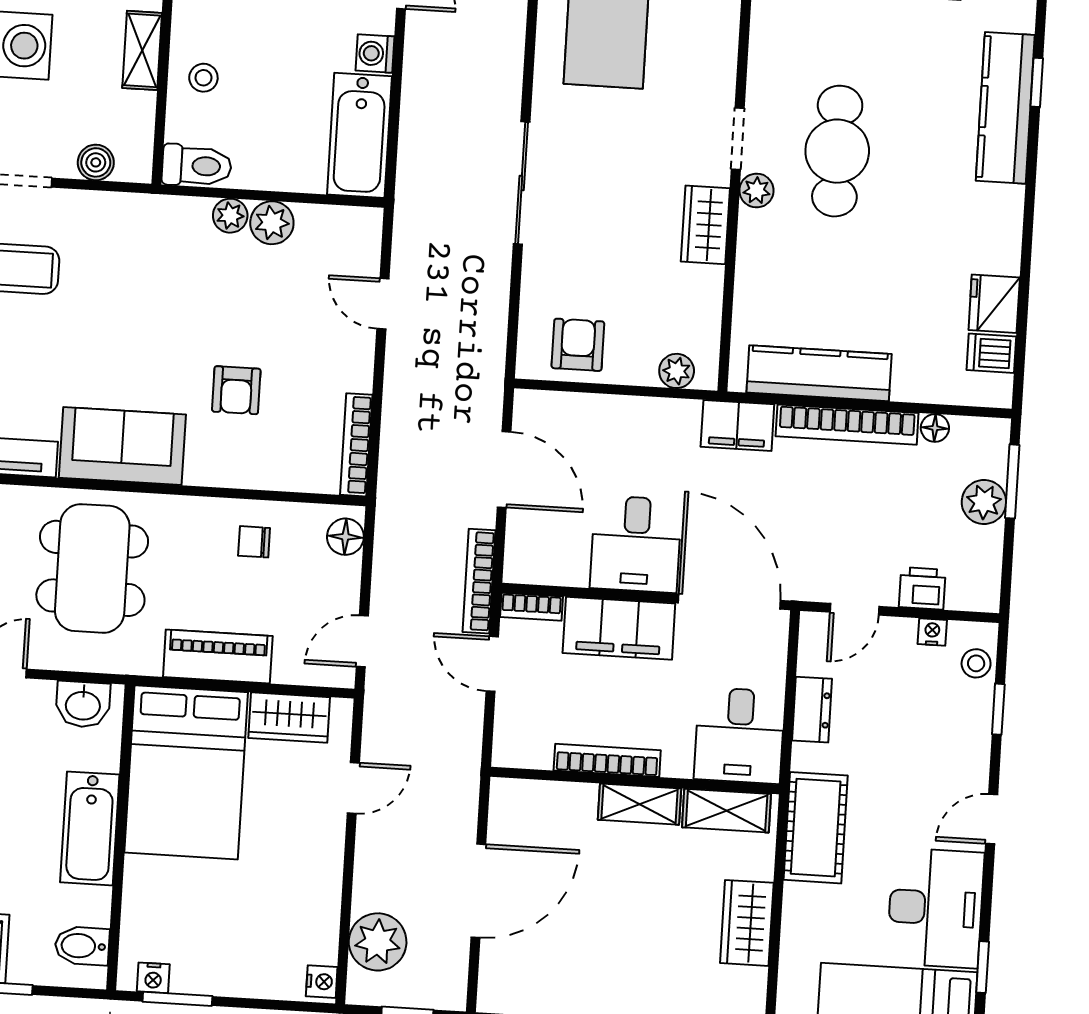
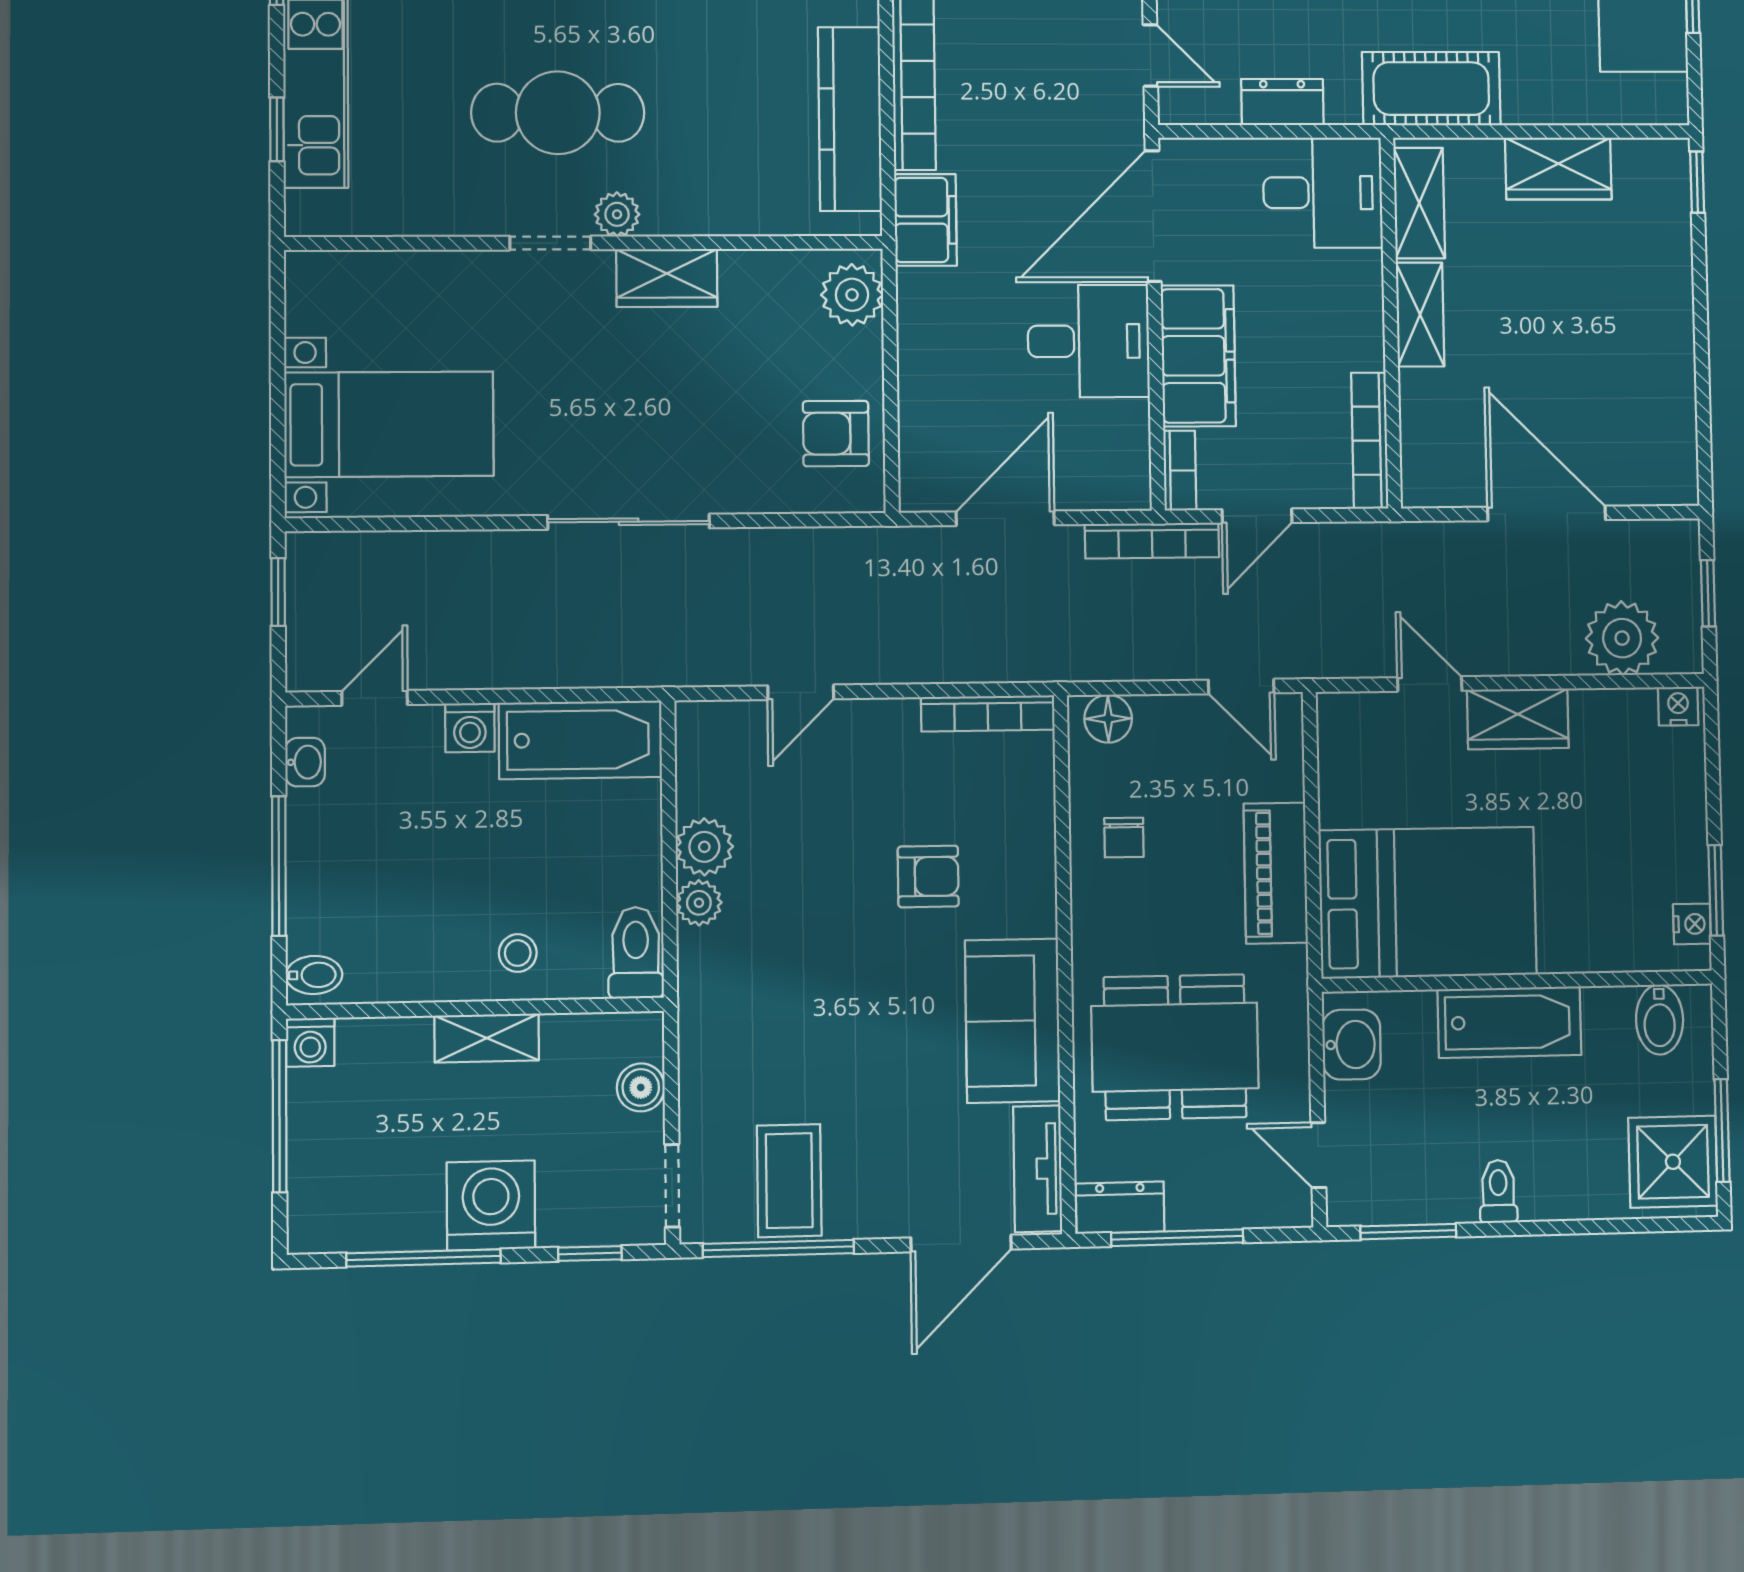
plant: (677, 371) -> (852, 295), width x1.38, depth x1.38
wardrobe: (289, 718) -> (1518, 719), moved, turned 90
bookcase: (607, 760) -> (1370, 441), moved

